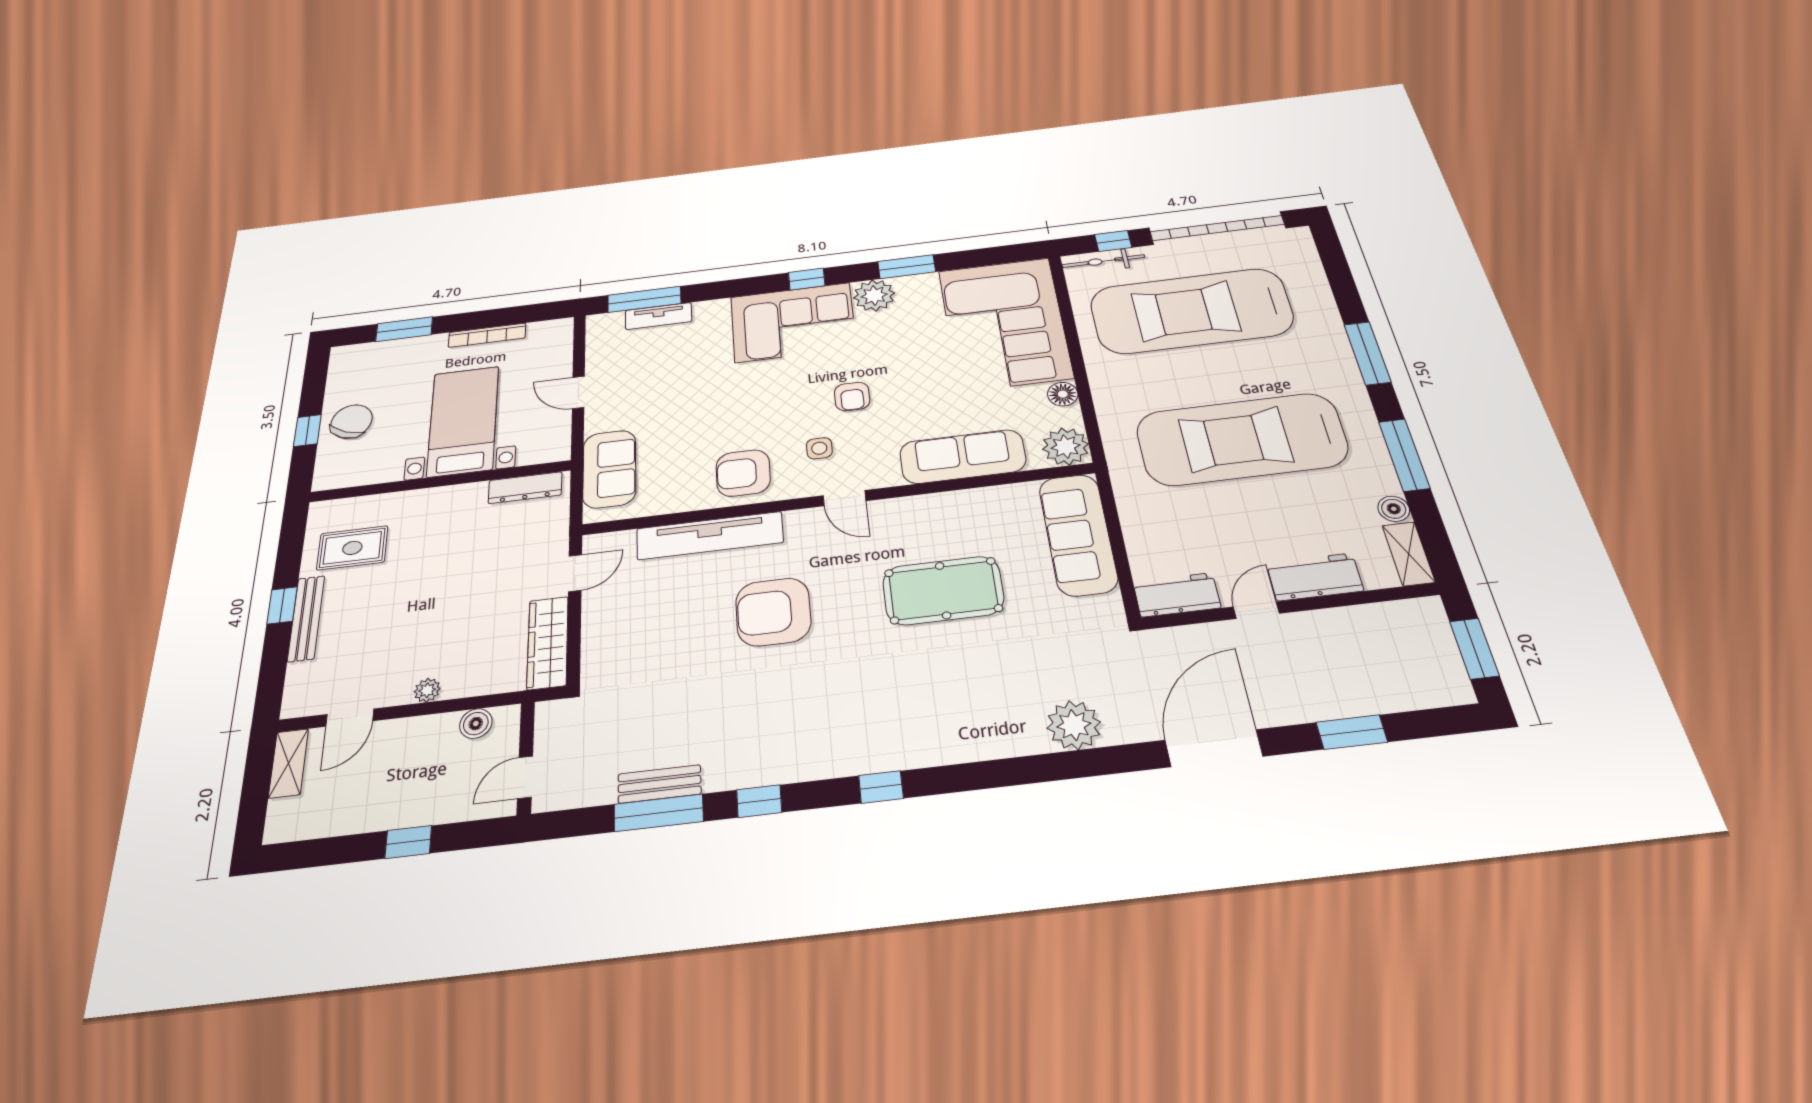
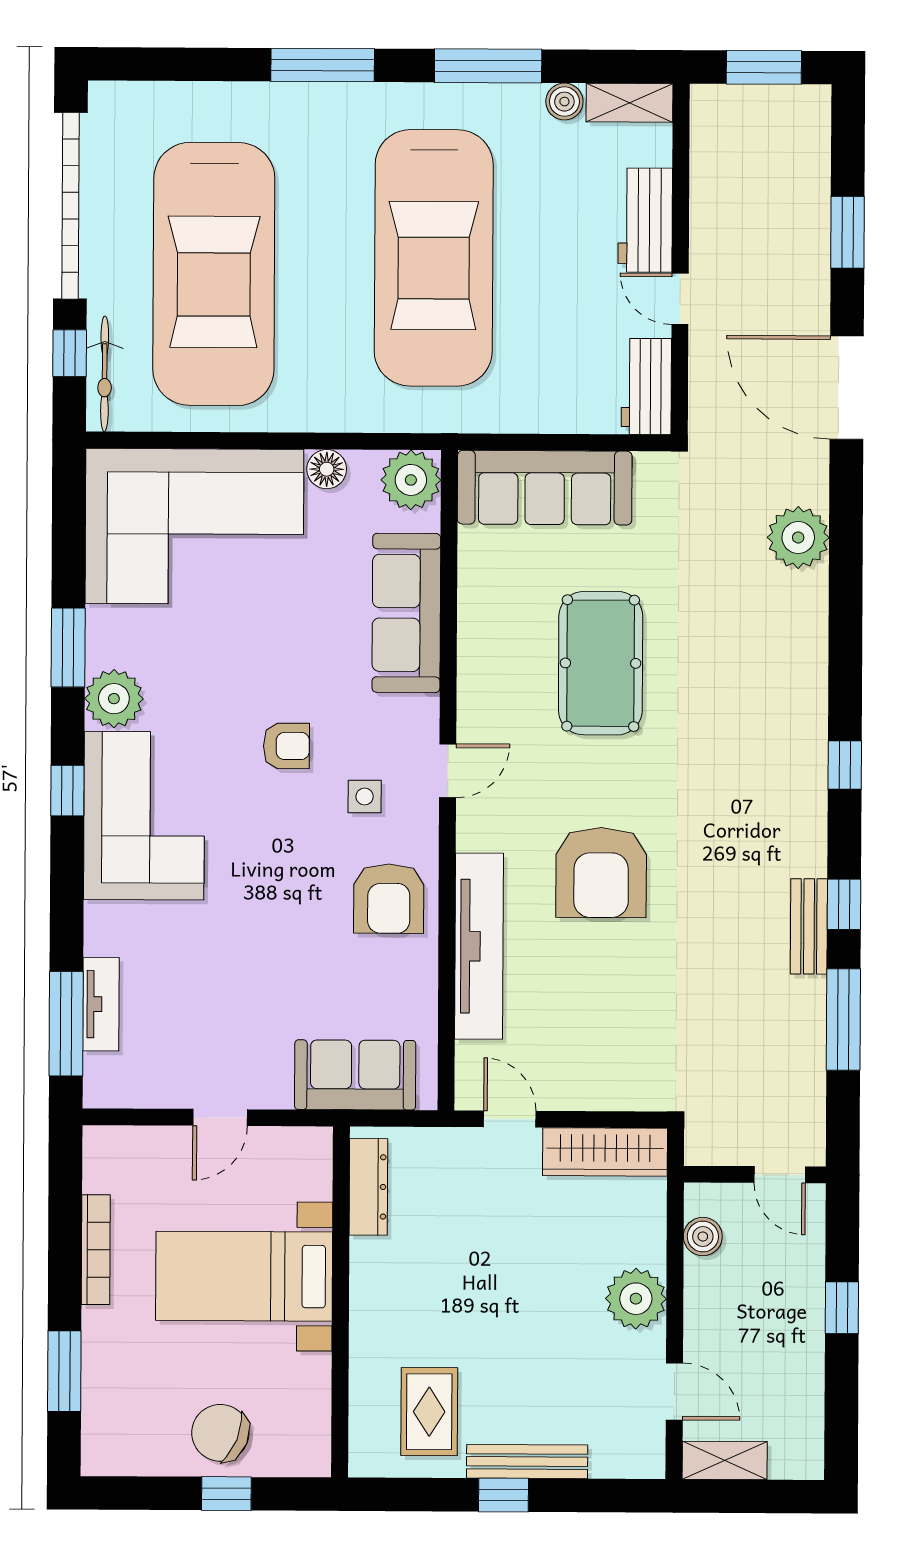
plant: (427, 690) -> (636, 1299), width x1.88, depth x1.88
bench: (660, 784) -> (809, 926), moved

